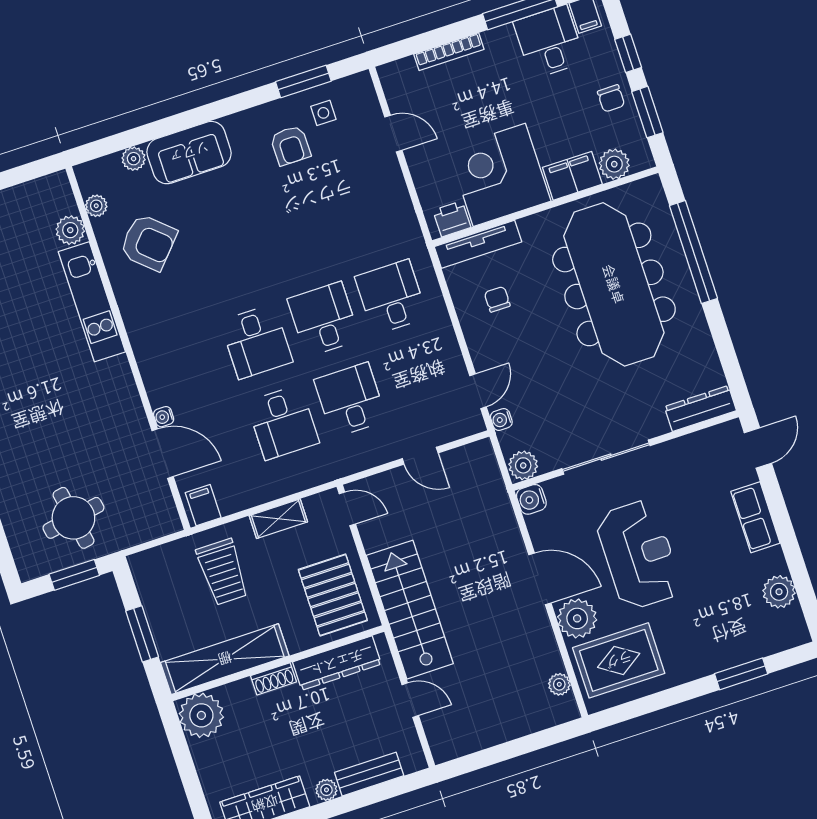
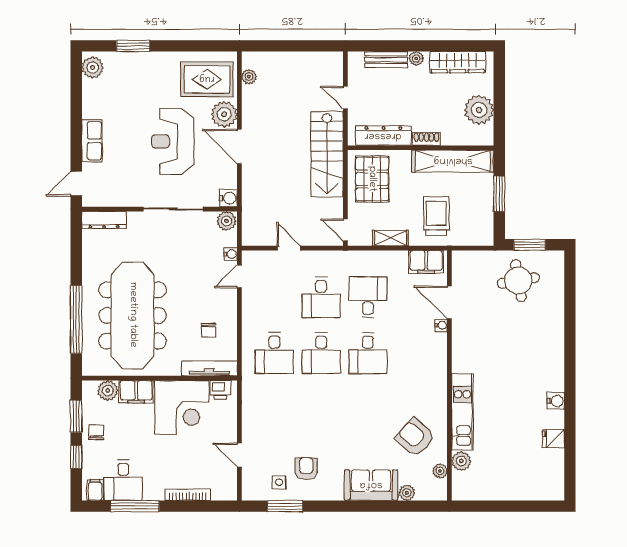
desk: (256, 341) -> (368, 353), turned 180
filing cabinet: (203, 505) -> (426, 262), width x2.00
plant: (779, 592) -> (93, 67), moved
plant: (201, 715) -> (479, 110), moved

